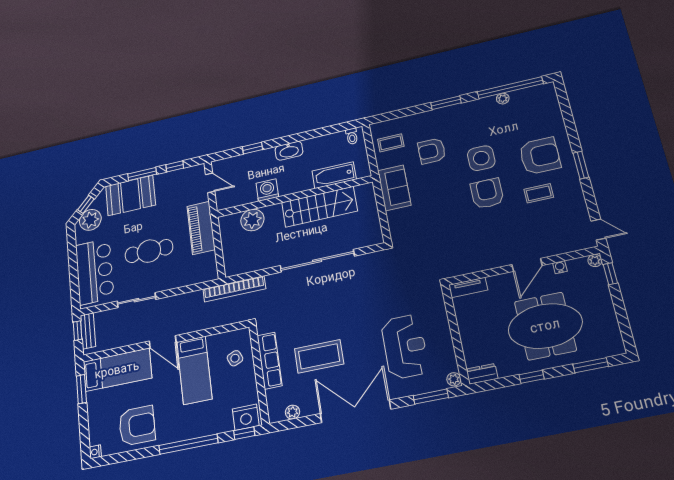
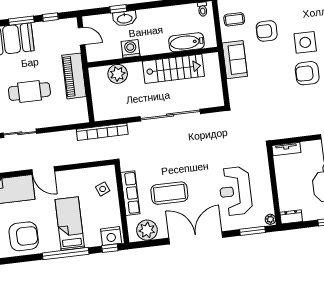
washbasin: (289, 151) -> (125, 18), moved
armchair: (487, 193) -> (307, 73), turned -90
reception desk: (405, 347) -> (235, 191), turned 180
bed: (194, 370) -> (70, 224), moved, turned 180
plant: (292, 412) -> (147, 230), width x1.87, depth x1.87

